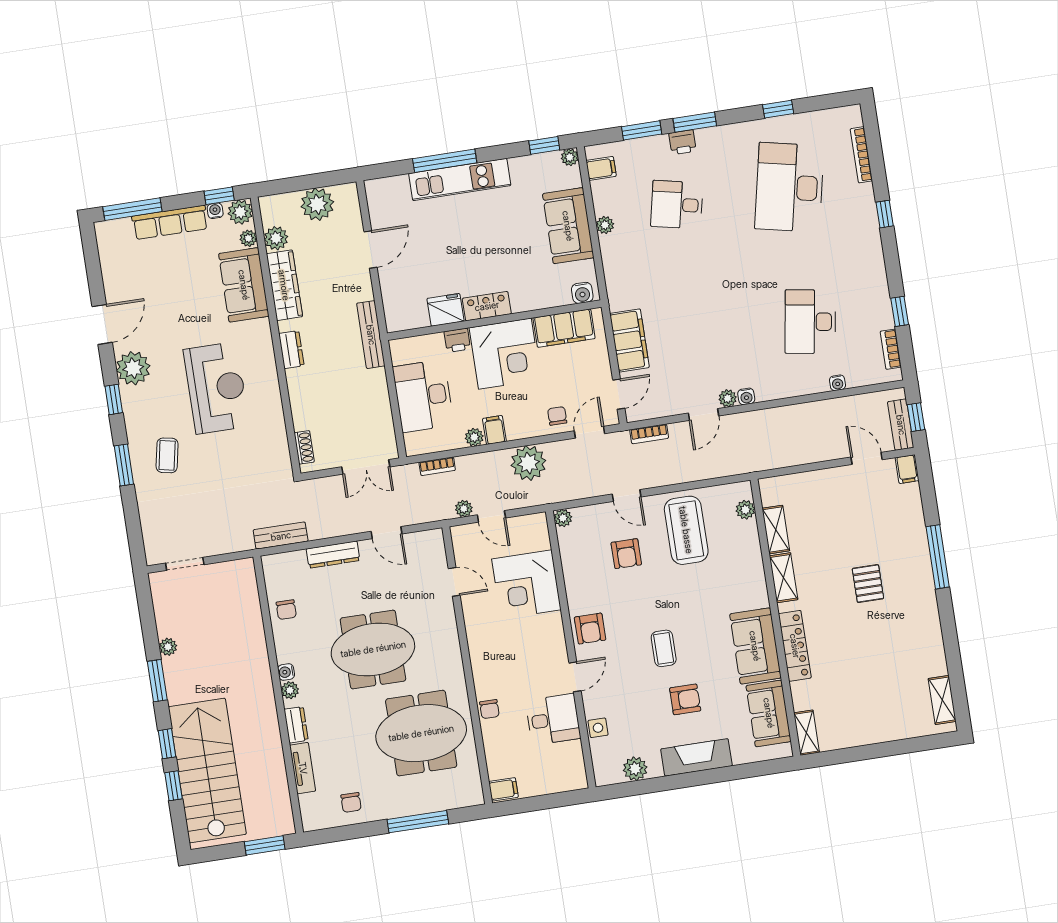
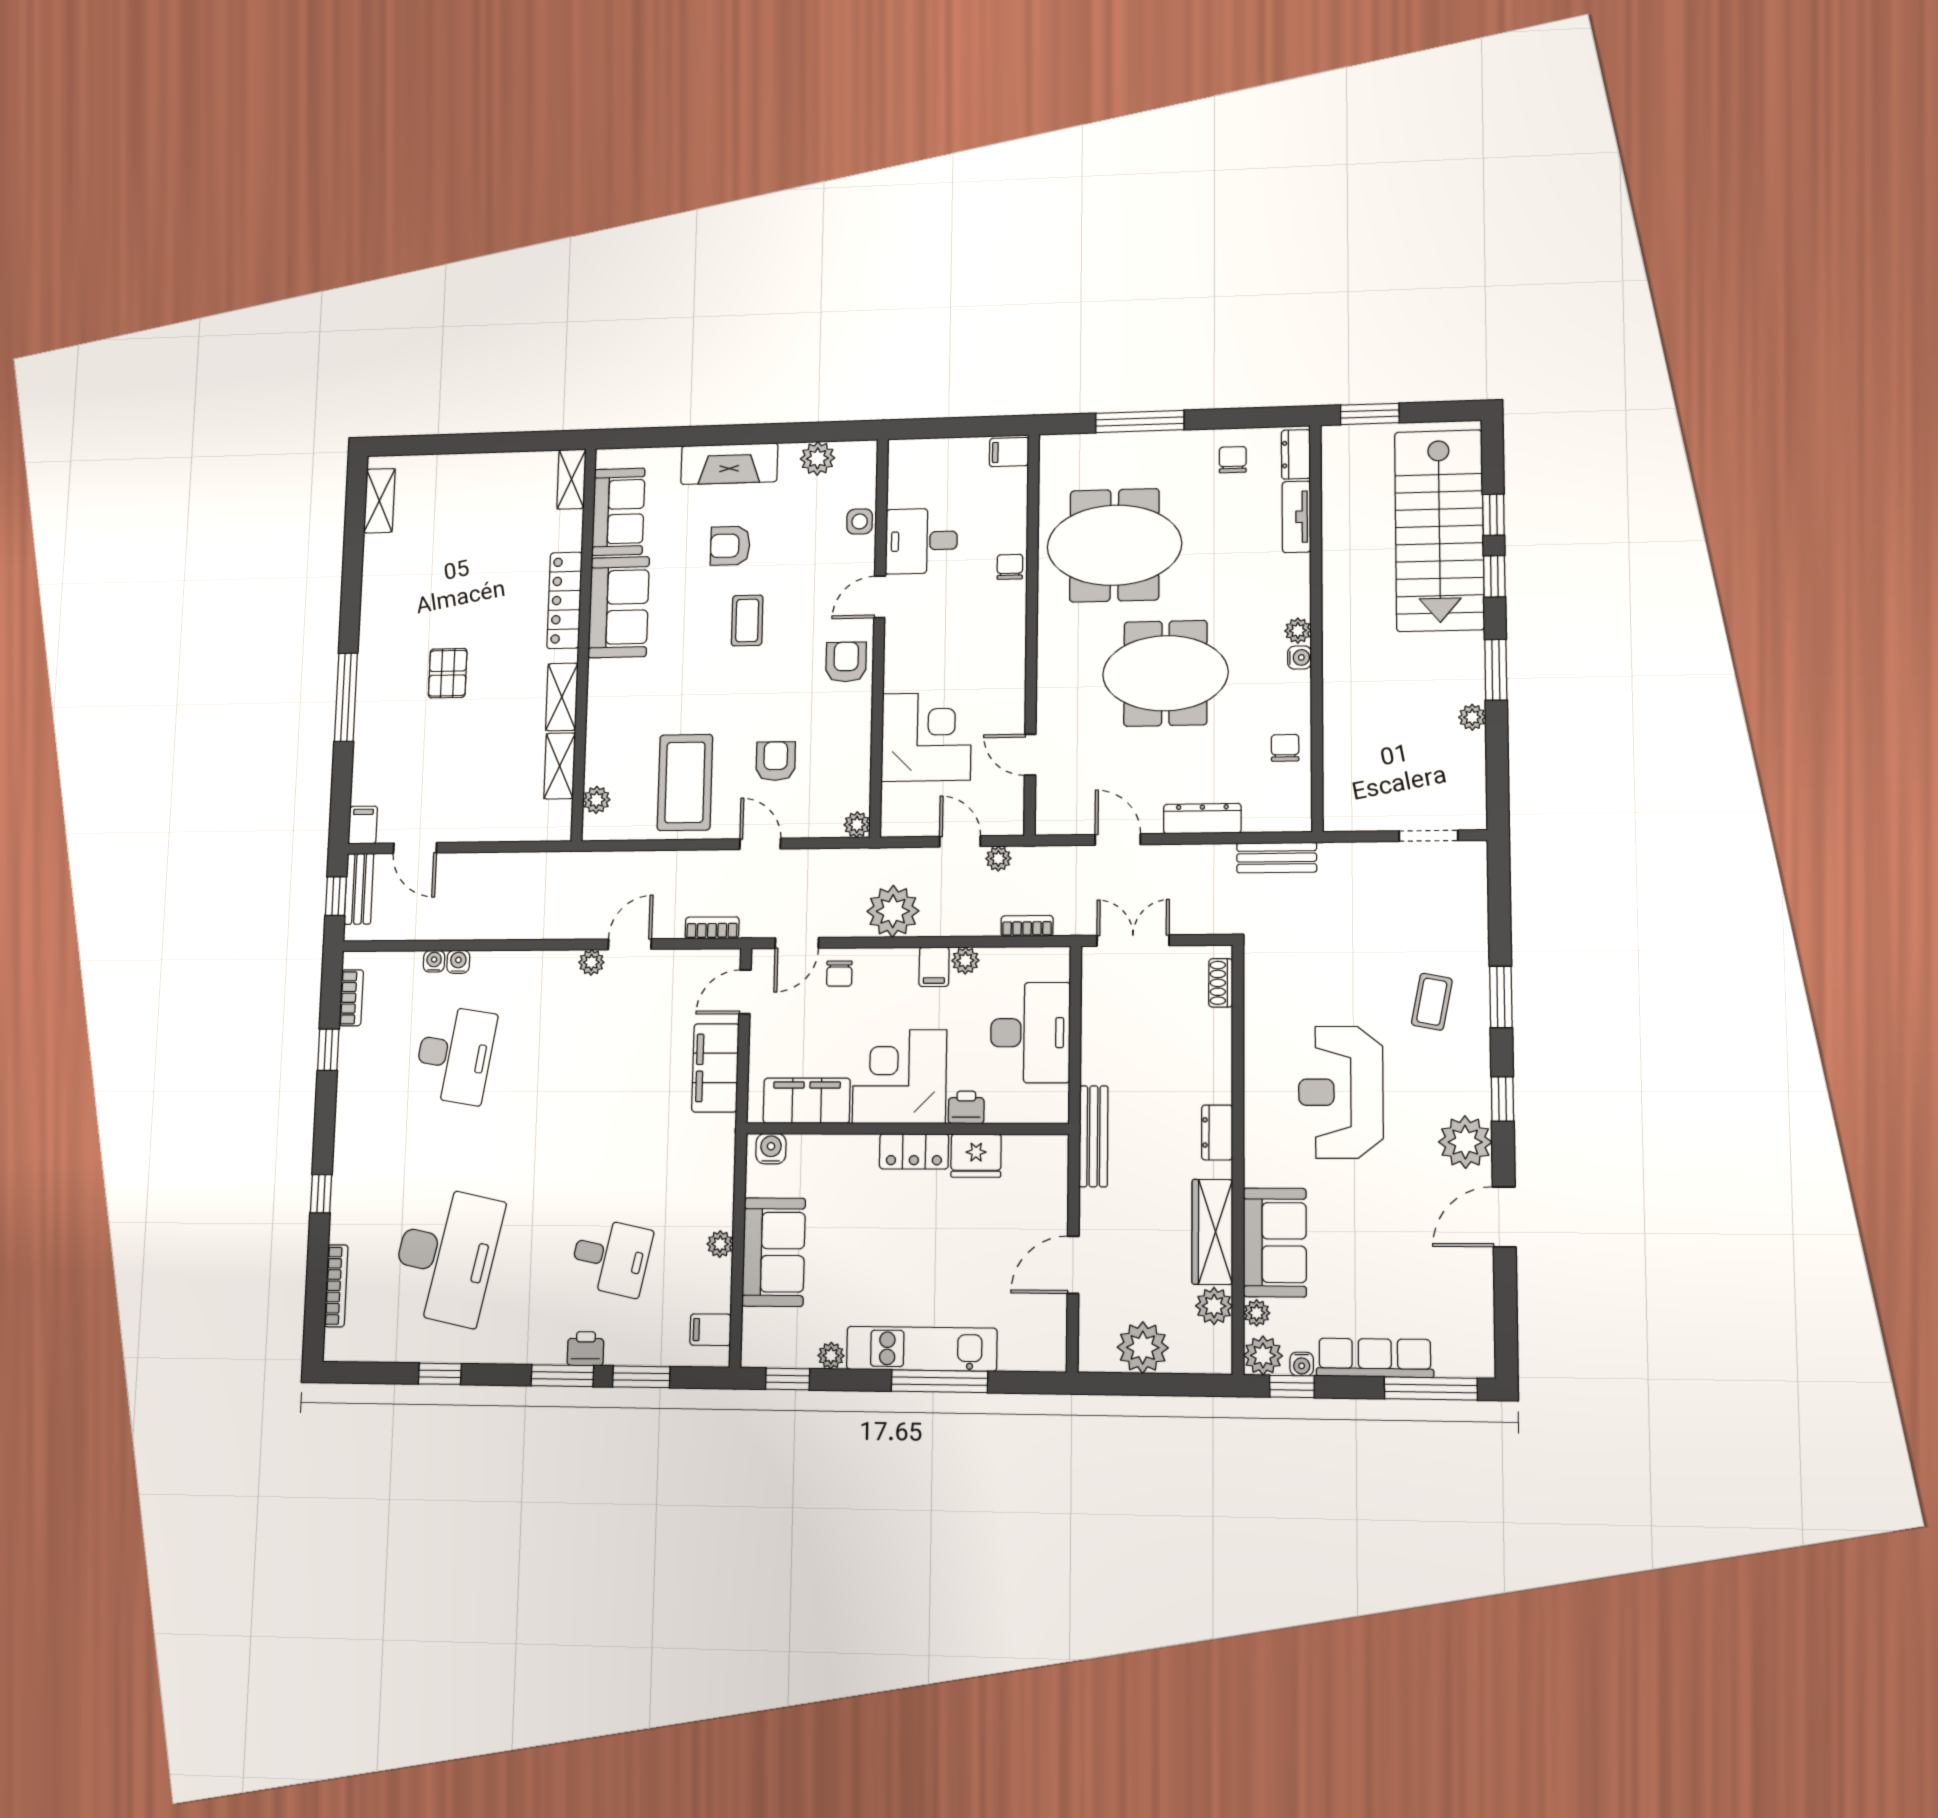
plant: (570, 157) -> (831, 1356), moved
water cooler: (746, 396) -> (458, 962), moved
dresser: (296, 725) -> (1296, 454), moved

